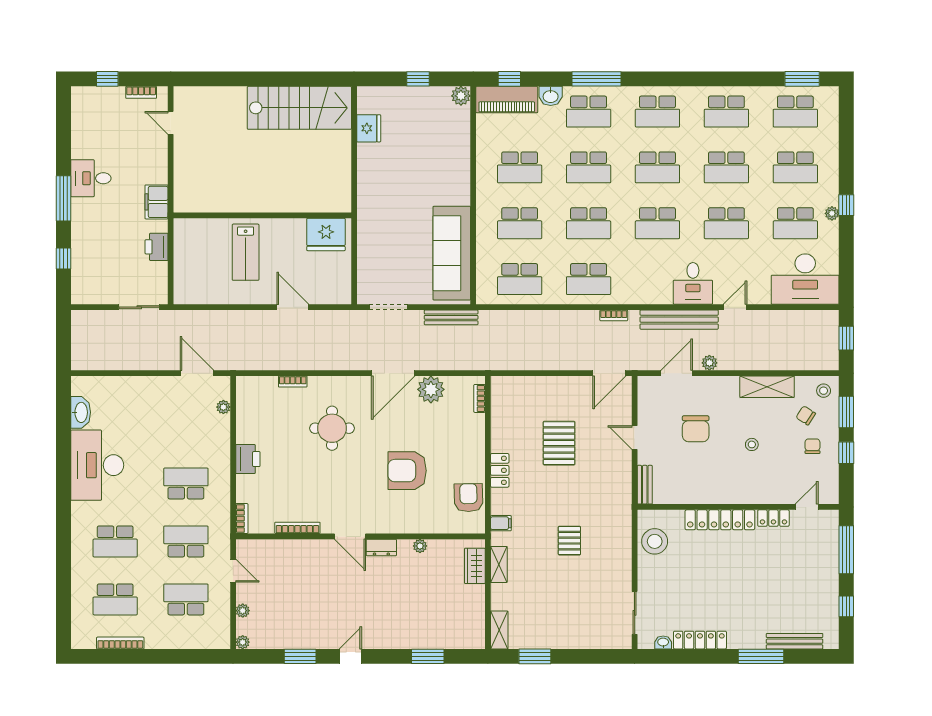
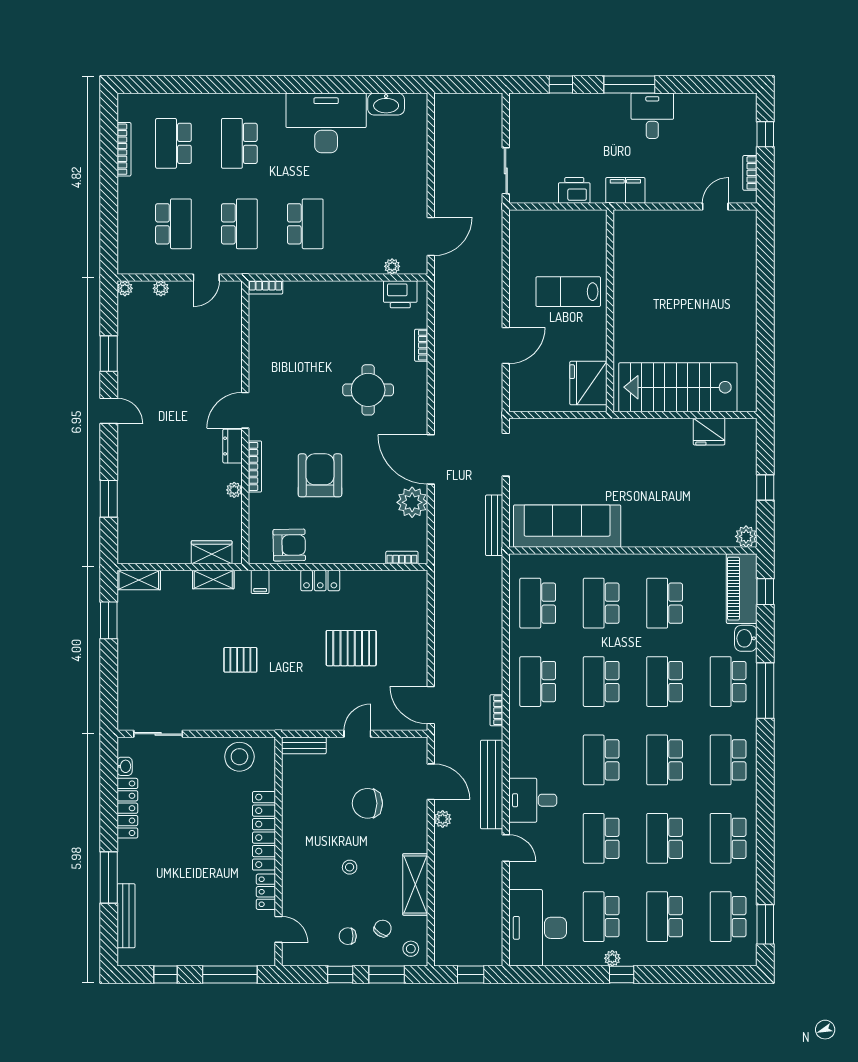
stairs: (299, 108) -> (678, 387), moved, turned 90
chair: (812, 446) -> (348, 936), turned 180
printer: (248, 459) -> (400, 294), moved
bookcase: (297, 528) -> (255, 466), moved

